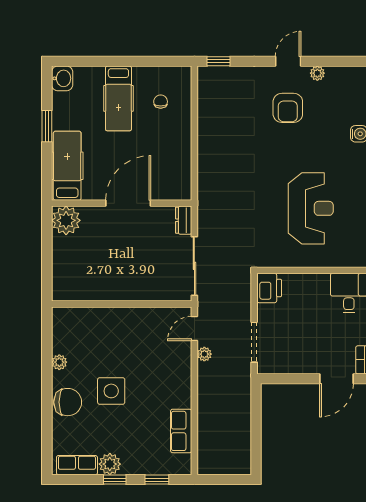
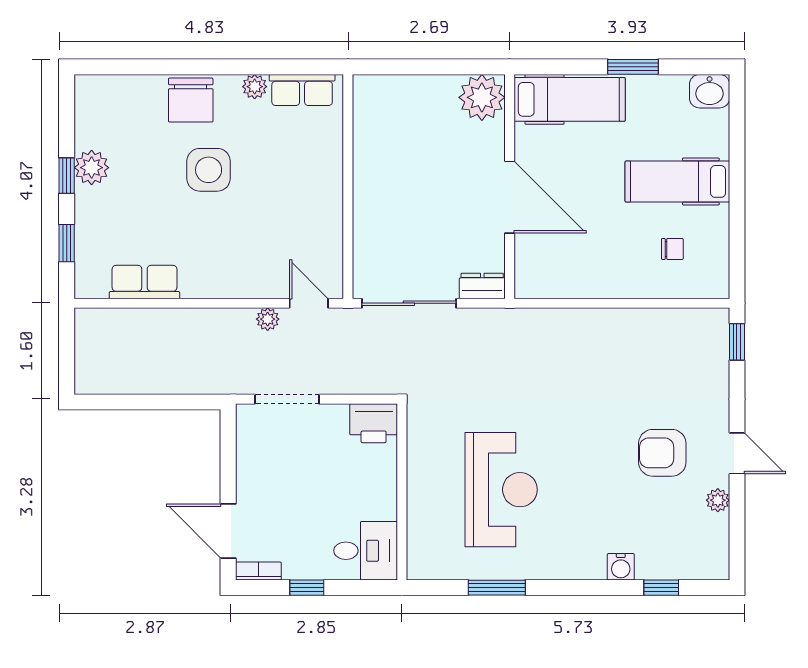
reception desk: (311, 208) -> (501, 490), turned -90
row of seats: (77, 465) -> (302, 90), moved, turned 90

